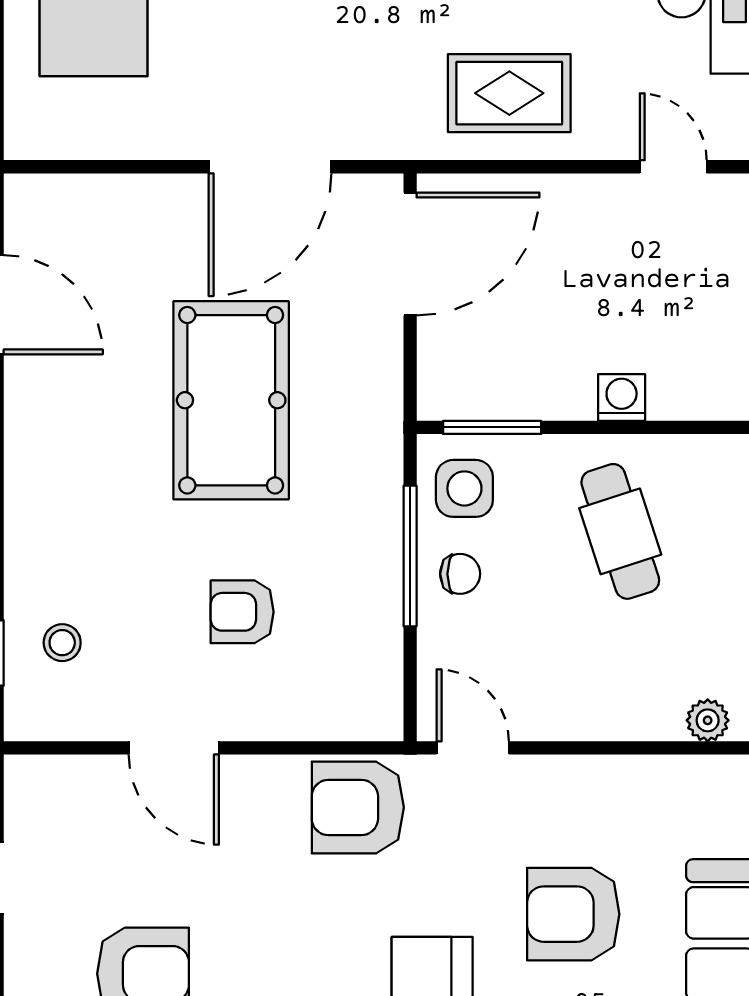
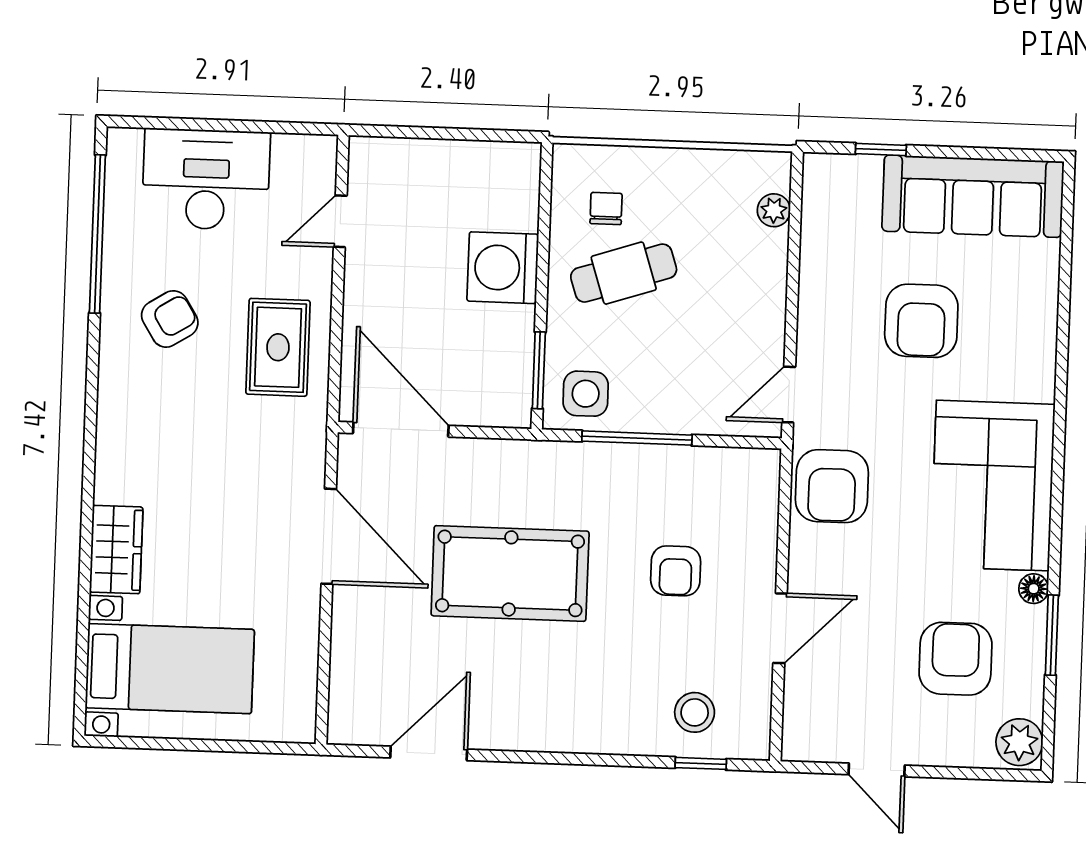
washing machine: (622, 397) -> (503, 268), width x1.89, depth x1.89
chair: (460, 574) -> (606, 208), moved
stool: (62, 643) -> (695, 712), width x1.37, depth x1.37

